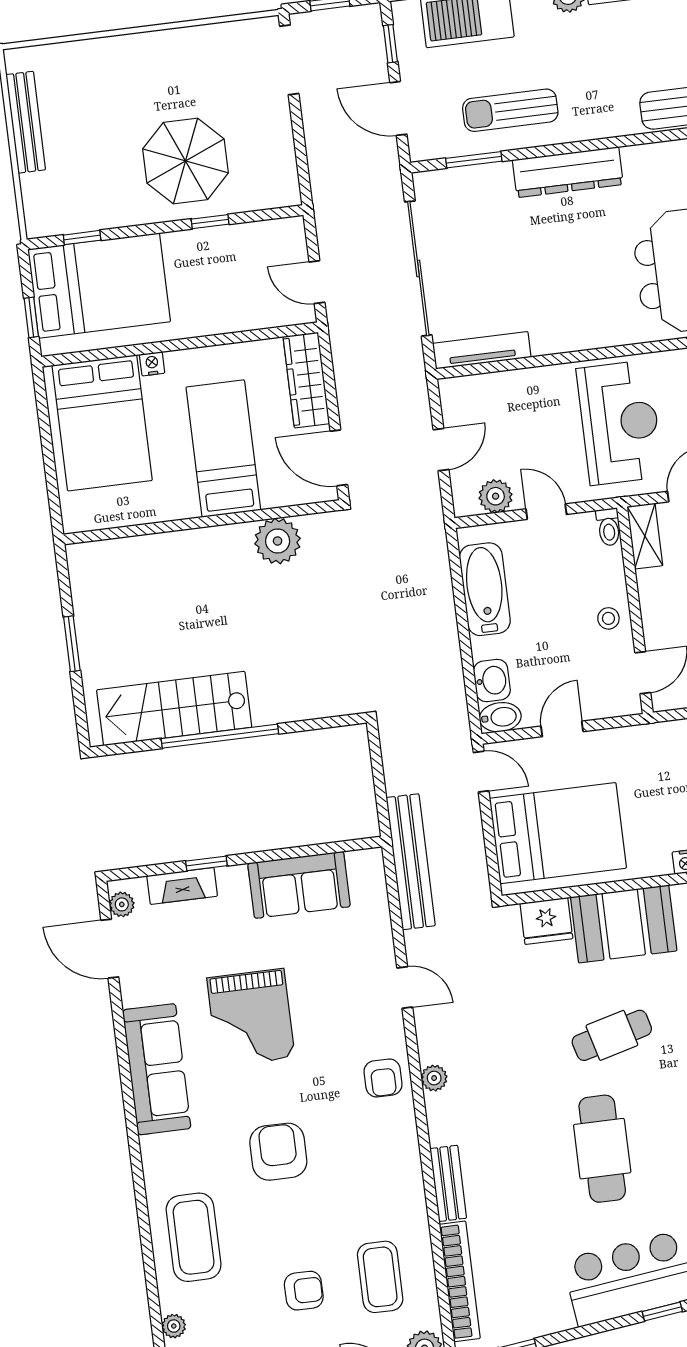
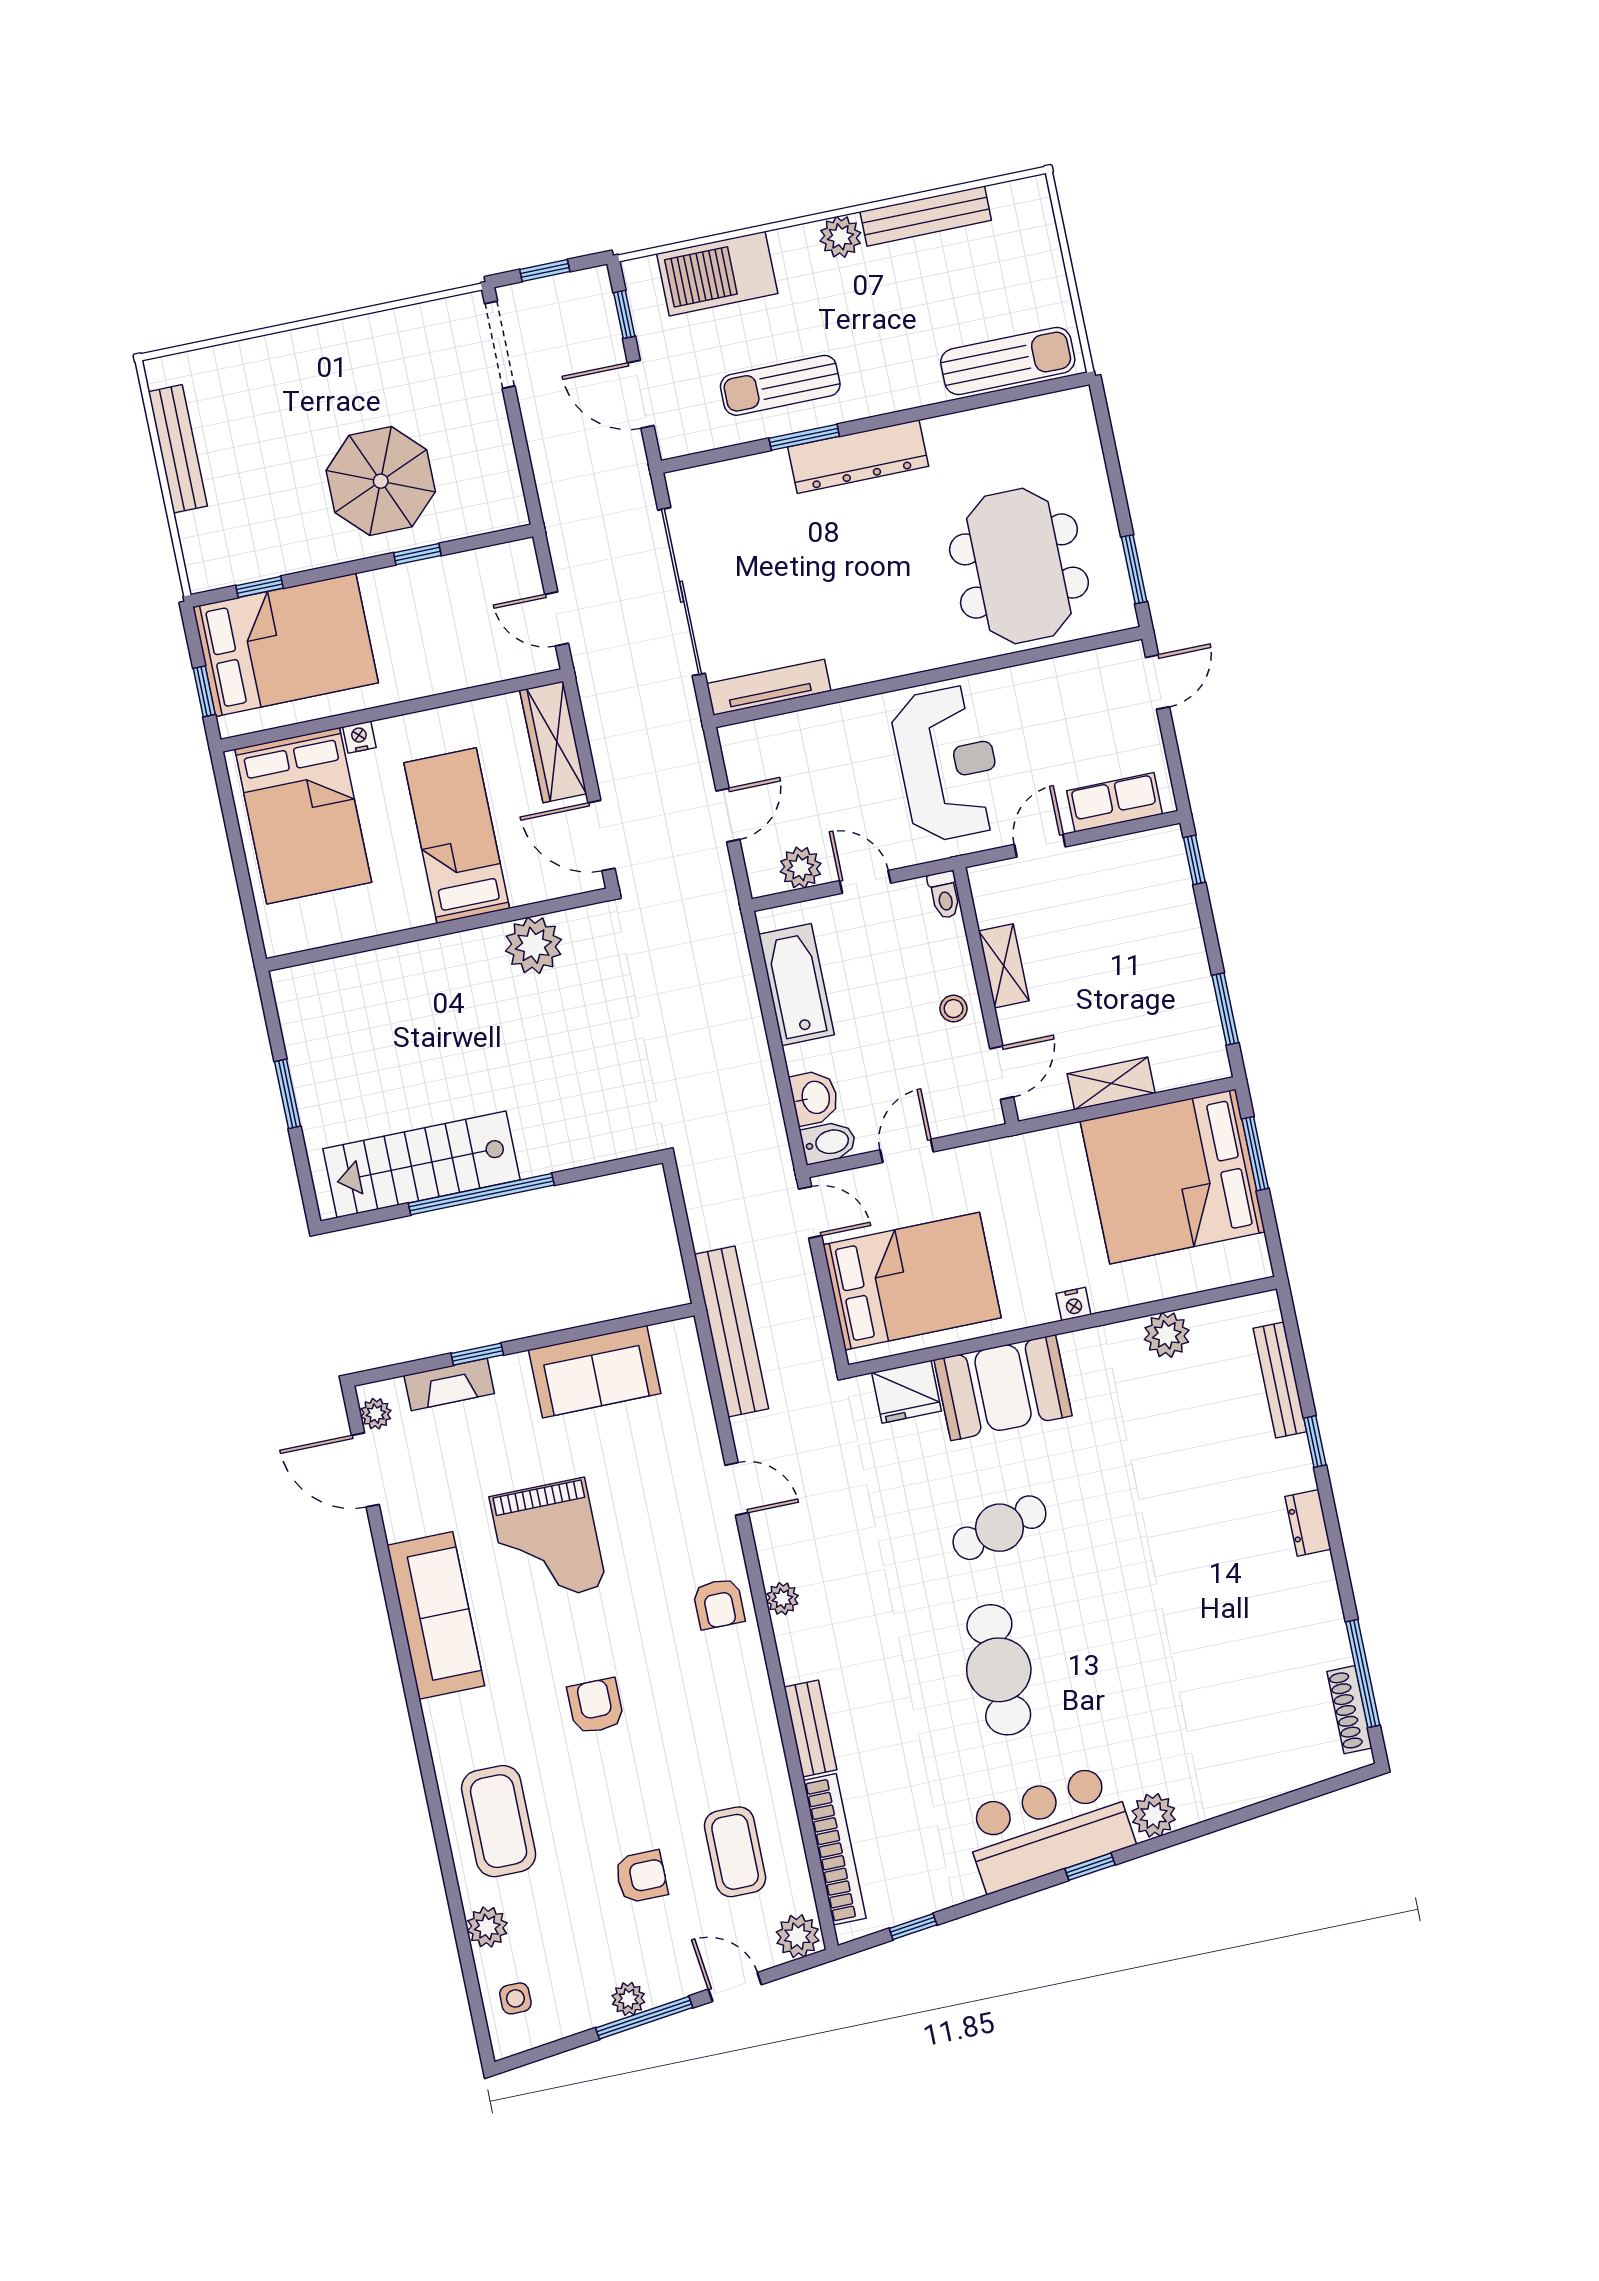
window: (474, 160) -> (804, 437), moved
shelving: (645, 536) -> (1004, 966), moved
armchair: (278, 1152) -> (596, 1706), width x0.72, depth x0.72
plant: (174, 1326) -> (487, 1927), width x1.38, depth x1.38

